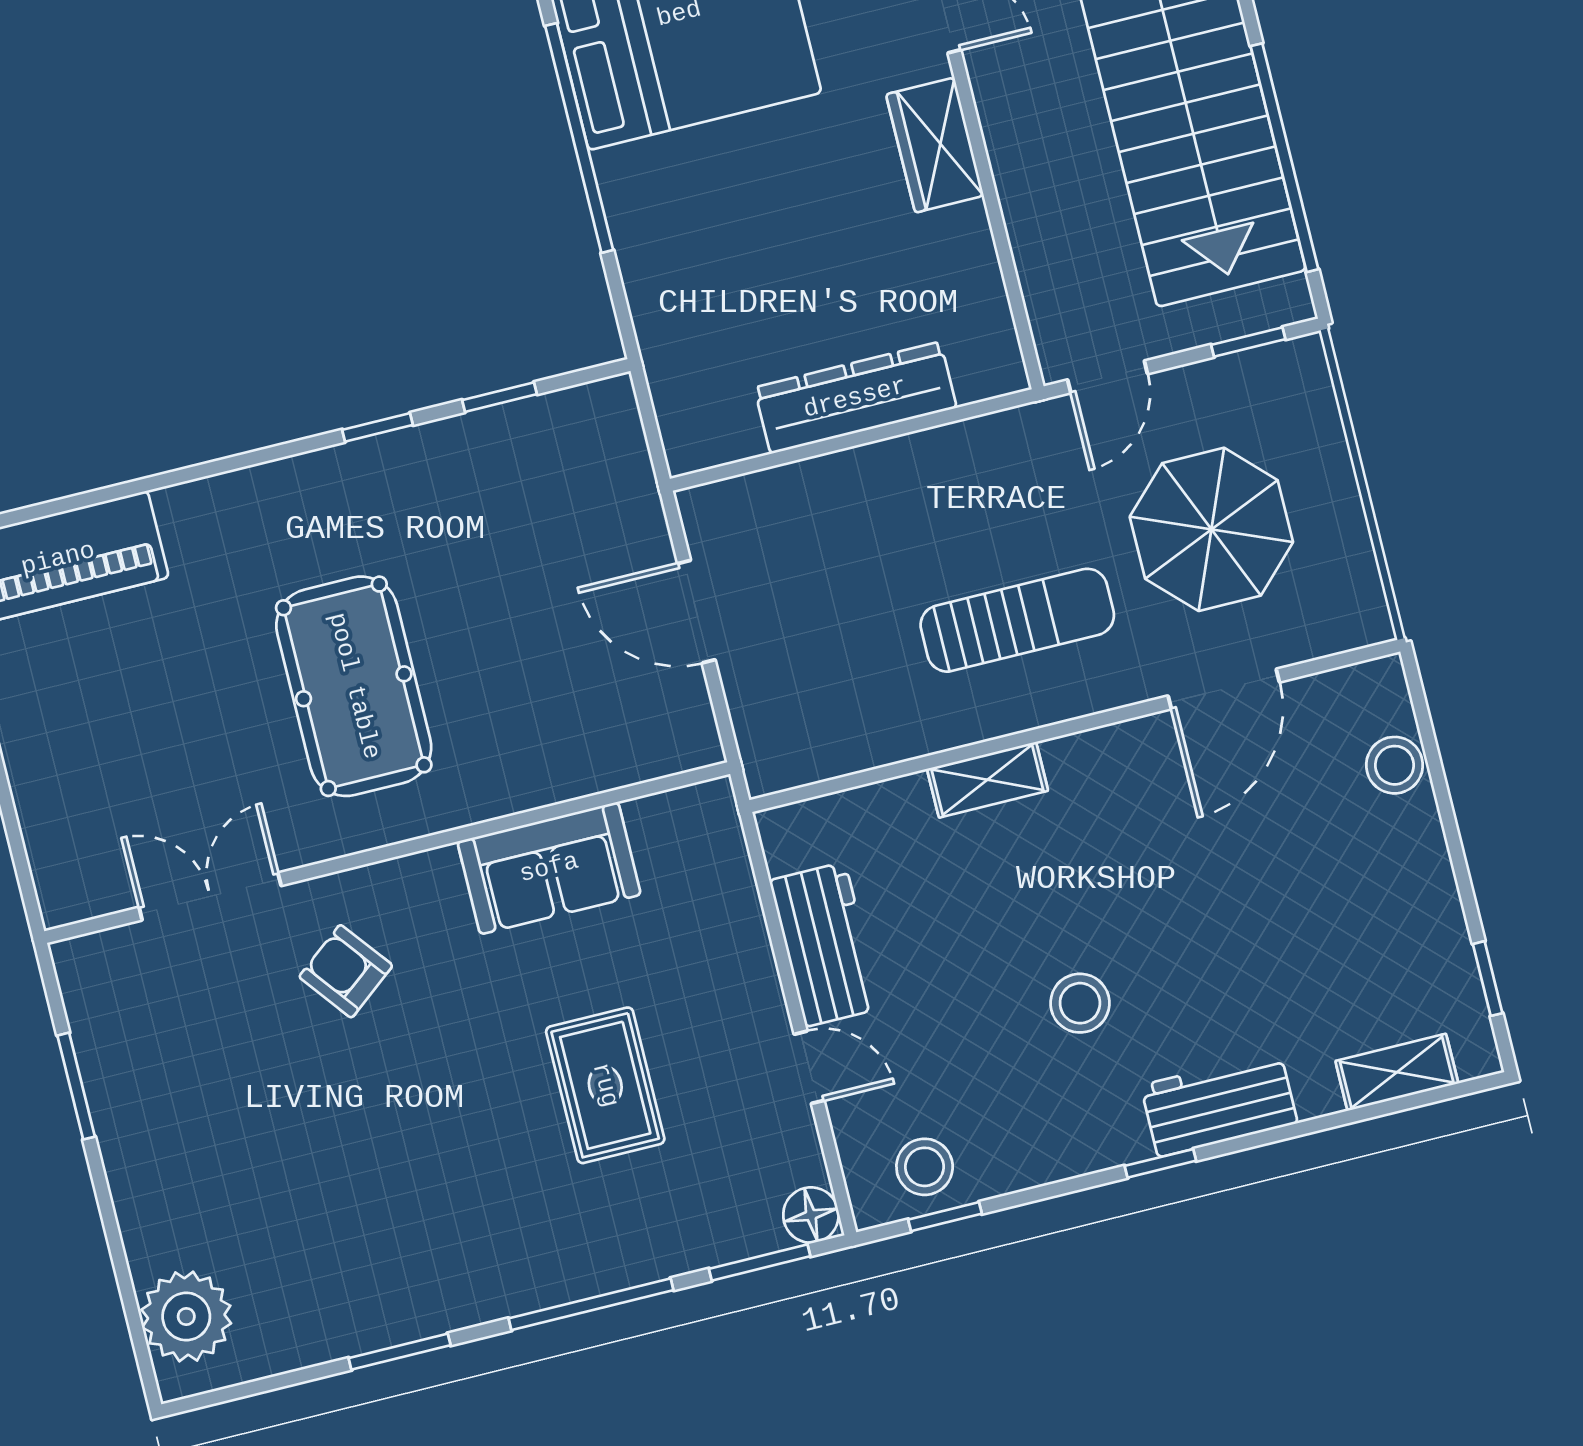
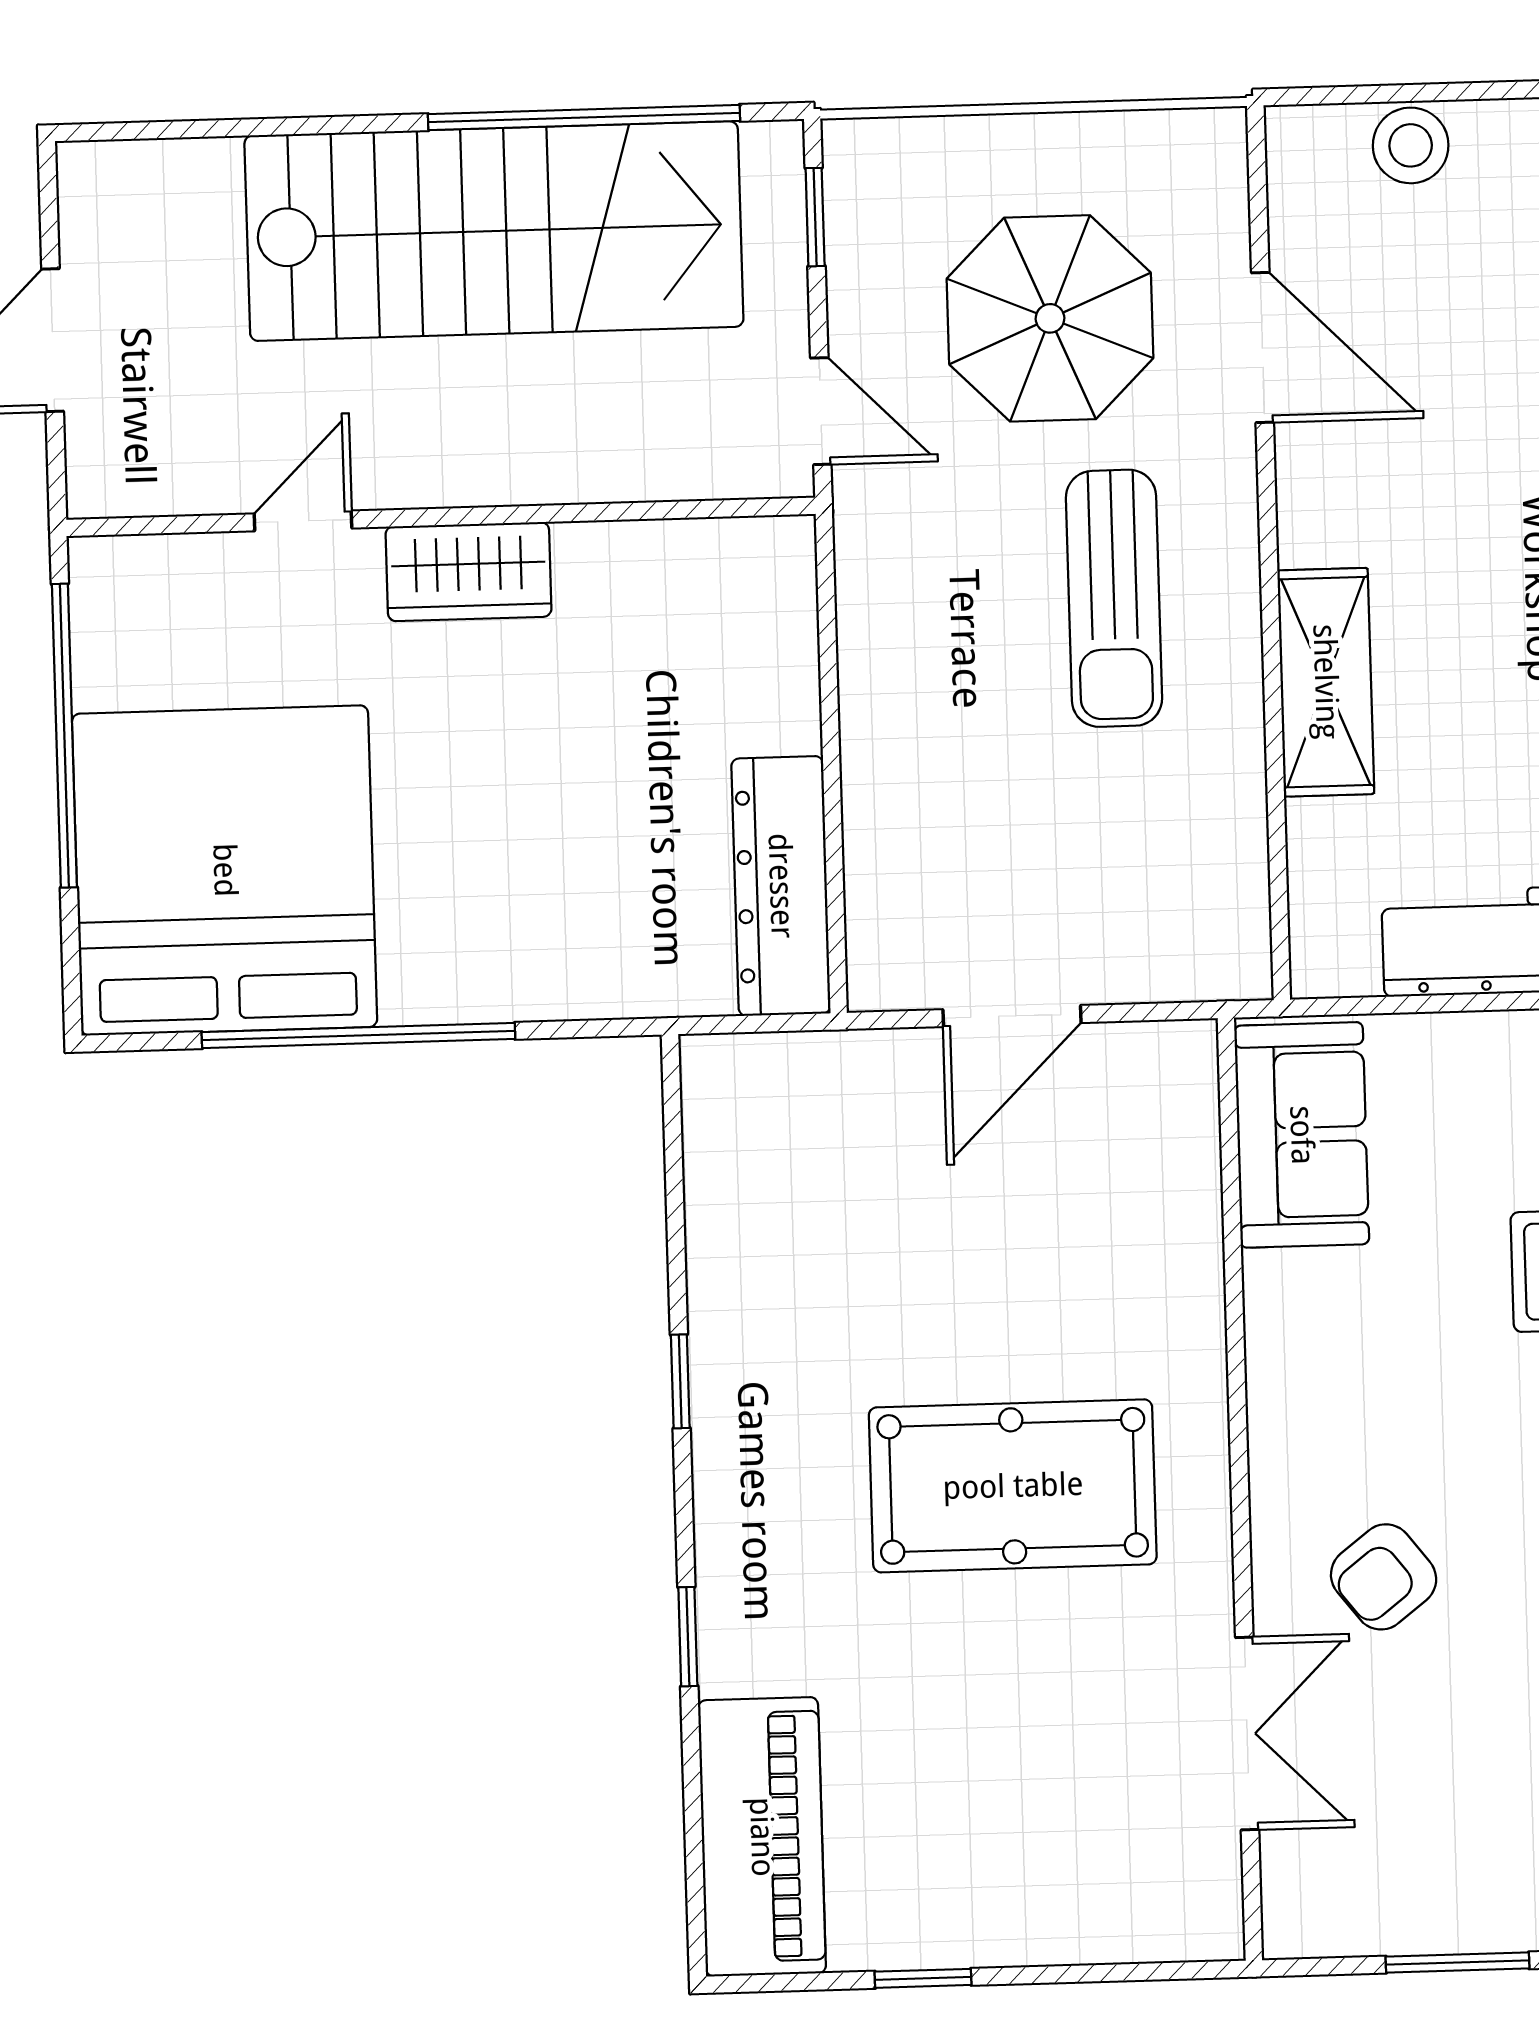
window: (500, 397) -> (688, 1637), moved
dresser: (855, 398) -> (781, 886), moved
sun lounger: (1017, 620) -> (1114, 598), turned 180
shelving: (987, 780) -> (1326, 682), width x1.50, depth x1.33
sofa: (549, 868) -> (1302, 1135), moved
double door: (210, 896) -> (1247, 1734), swing flipped

